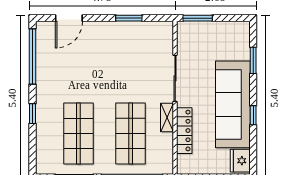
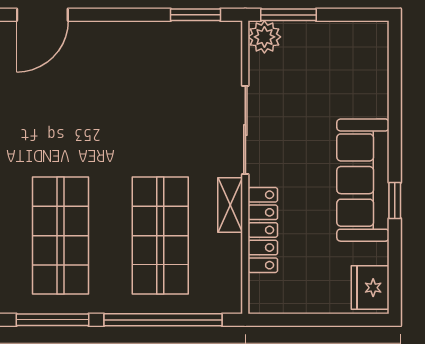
window: (129, 18) -> (196, 15), moved
plant: (185, 30) -> (264, 37), added
window: (253, 60) -> (395, 96), removed
sofa: (233, 104) -> (363, 180), width x0.74, depth x0.79

